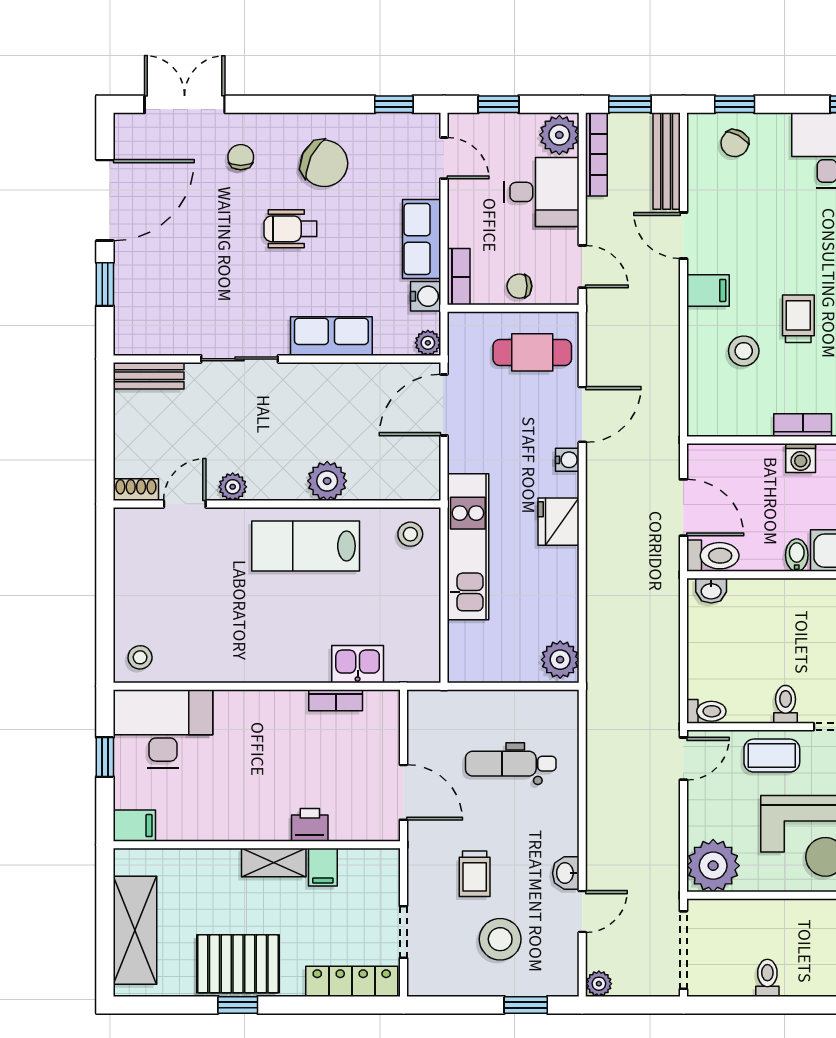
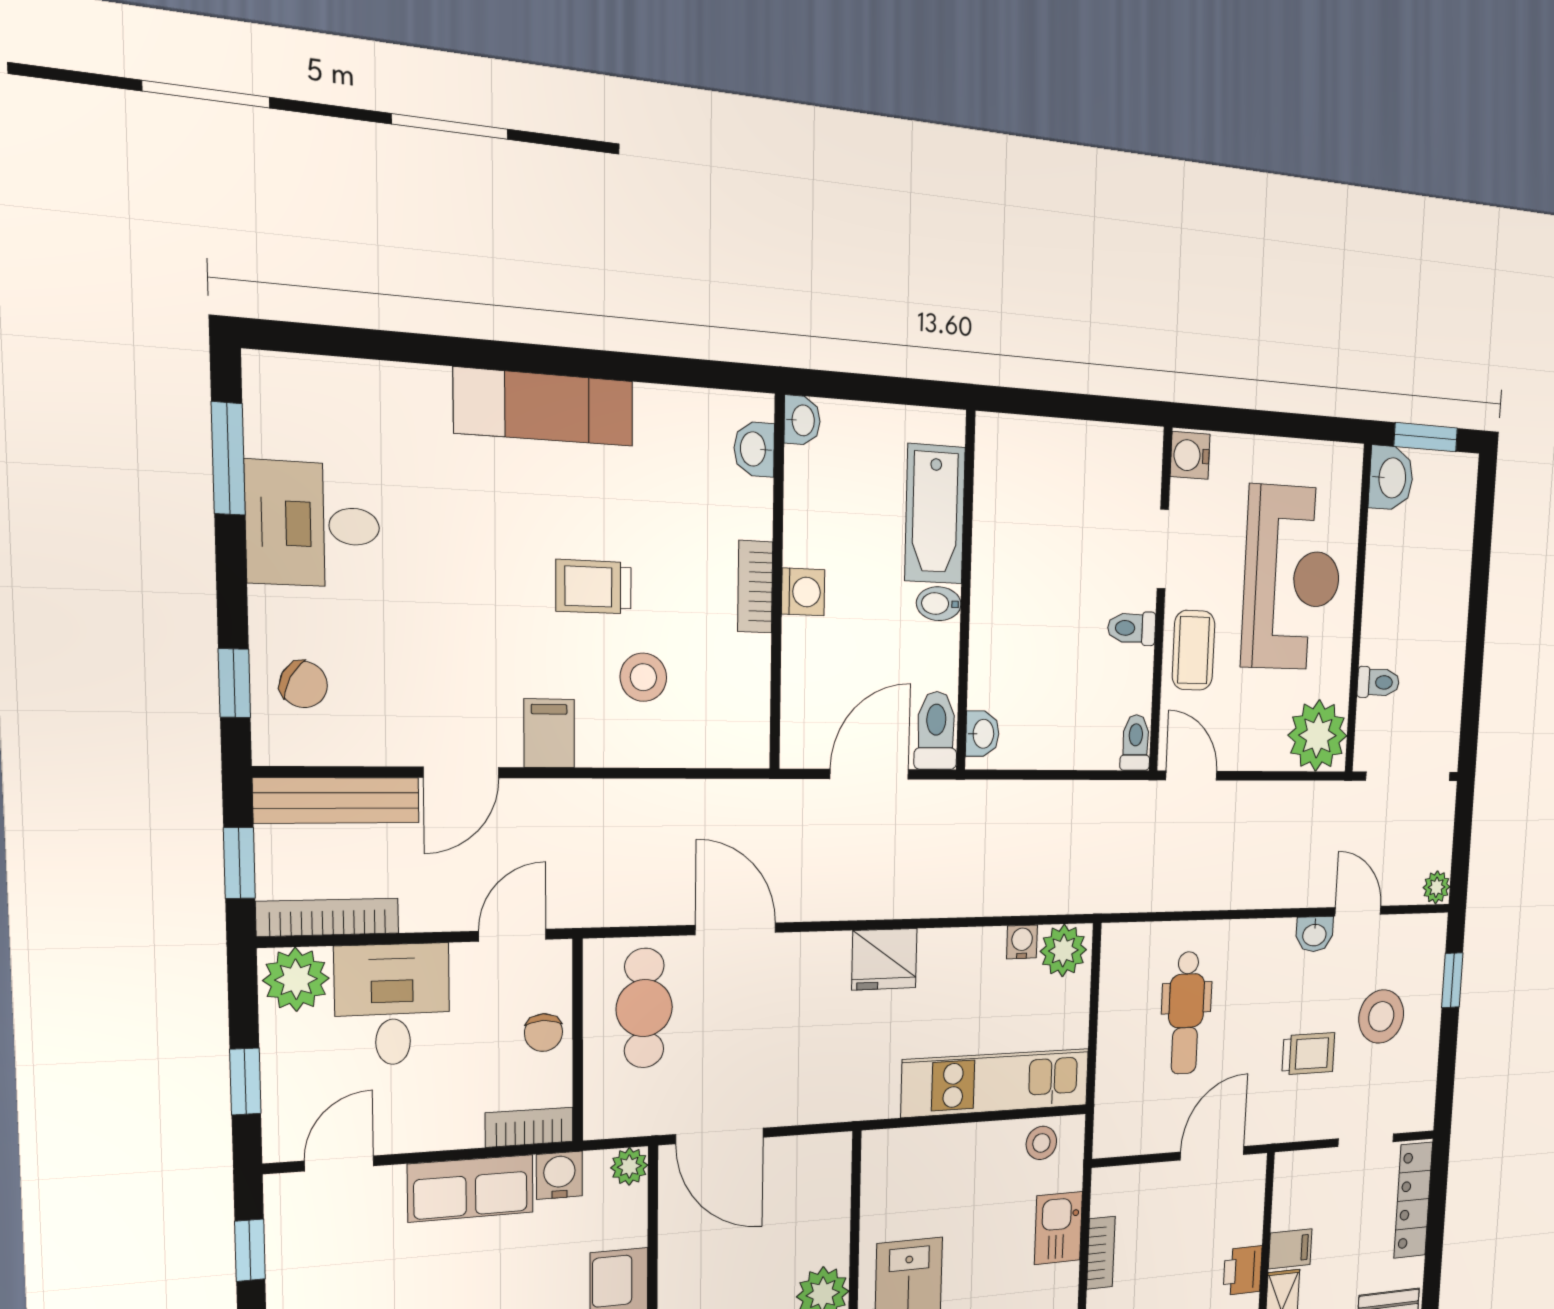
water cooler: (567, 460) -> (1022, 942), moved
stool: (410, 534) -> (1041, 1143), moved
kitchen unit: (468, 547) -> (996, 1083), moved
toilet: (767, 978) -> (1378, 682), moved, turned 180

